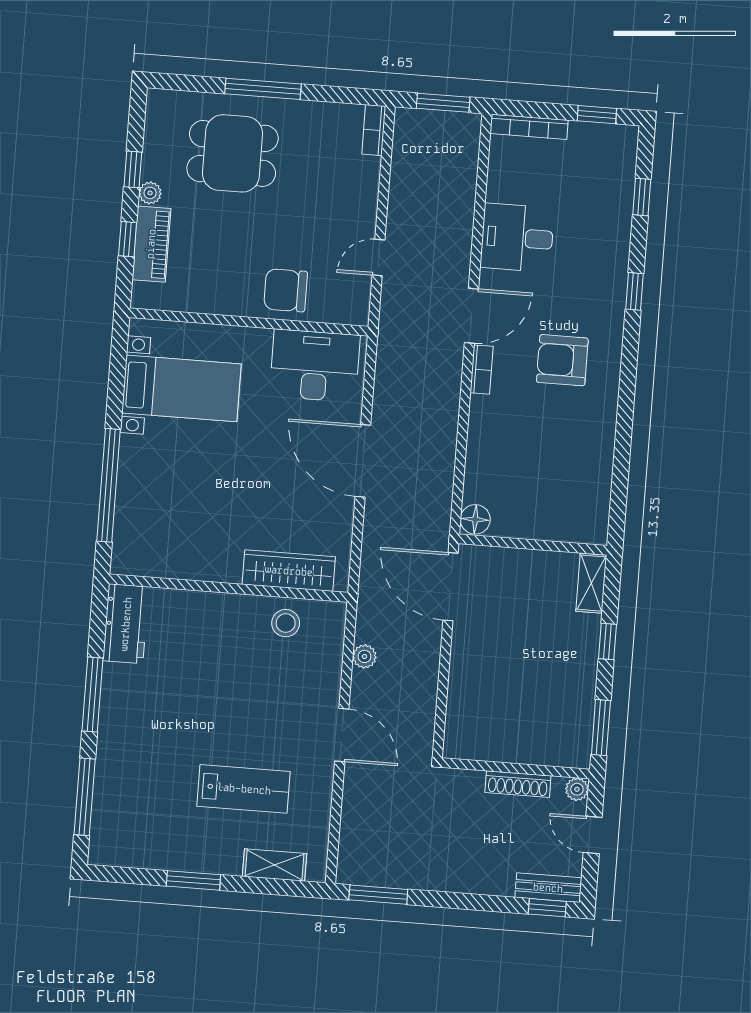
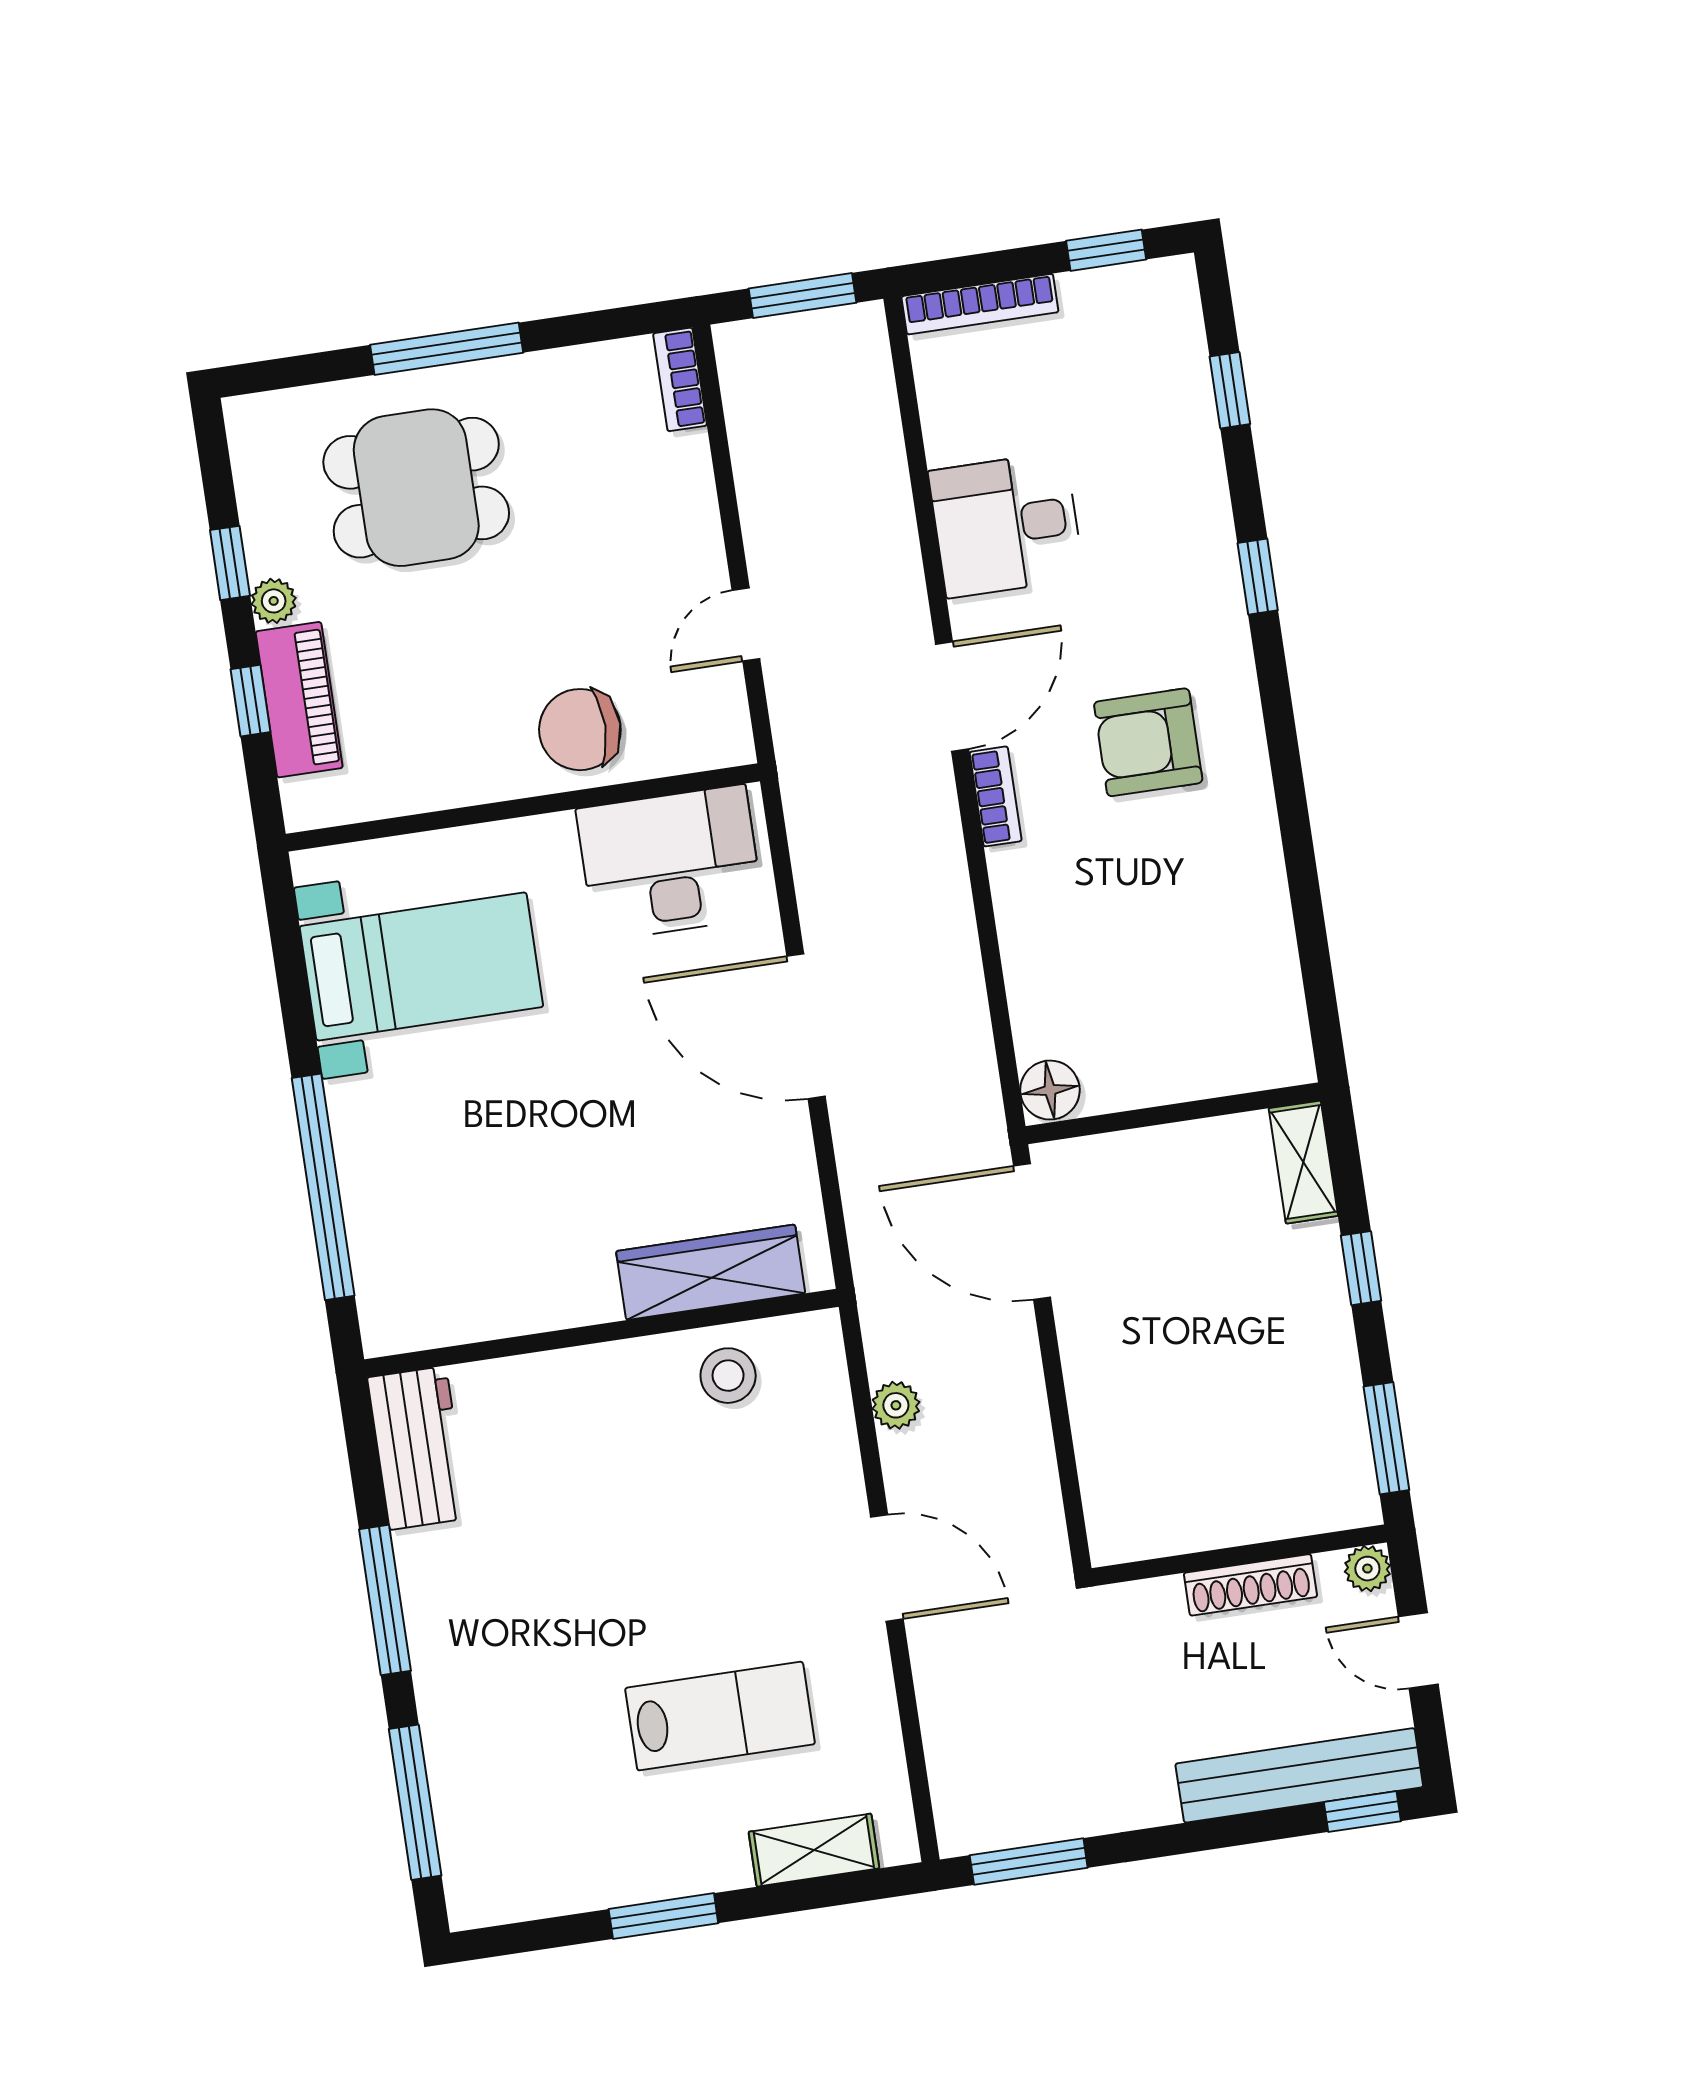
bench: (548, 888) -> (1299, 1775), width x1.86, depth x1.21

